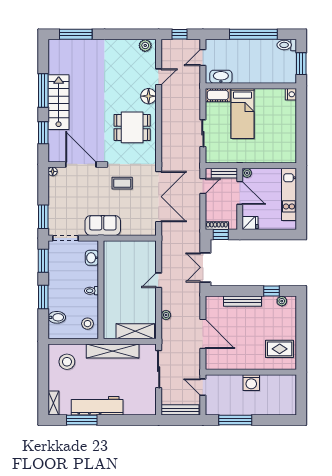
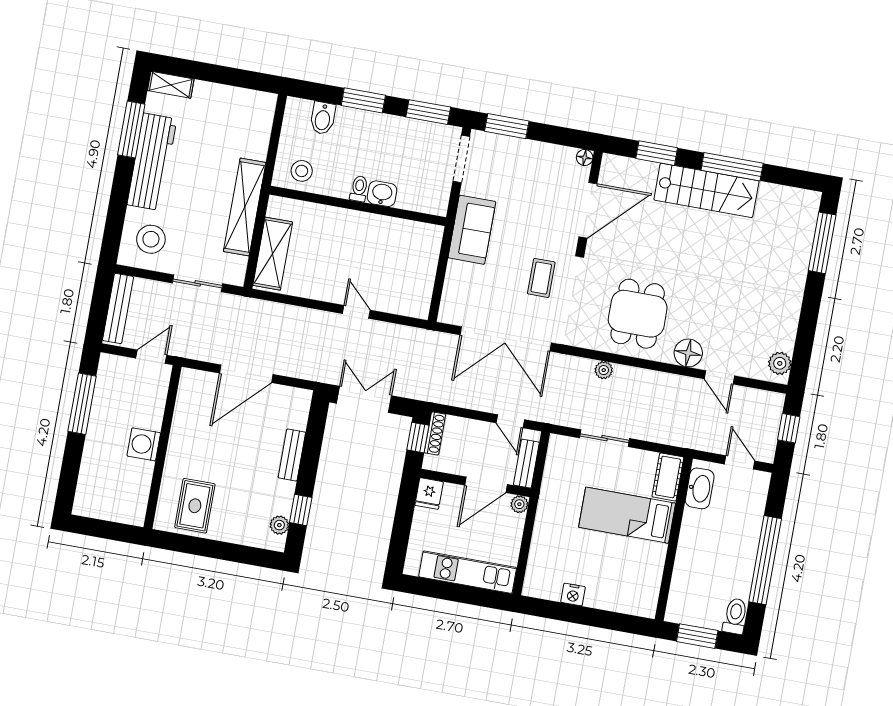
nightstand: (291, 94) -> (573, 595), moved
washbasin: (92, 258) -> (382, 194), moved
bench: (243, 301) -> (292, 455), width x0.73
plant: (166, 315) -> (604, 370), moved
stool: (67, 362) -> (151, 239), moved
sliding door: (159, 369) -> (198, 283), width x0.73

